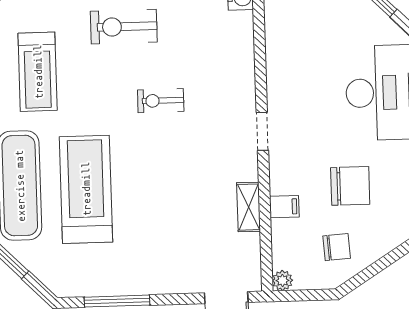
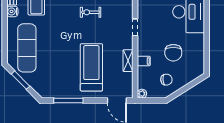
chair: (350, 186) -> (173, 53), turned 90
treadmill: (86, 189) -> (91, 67), moved

